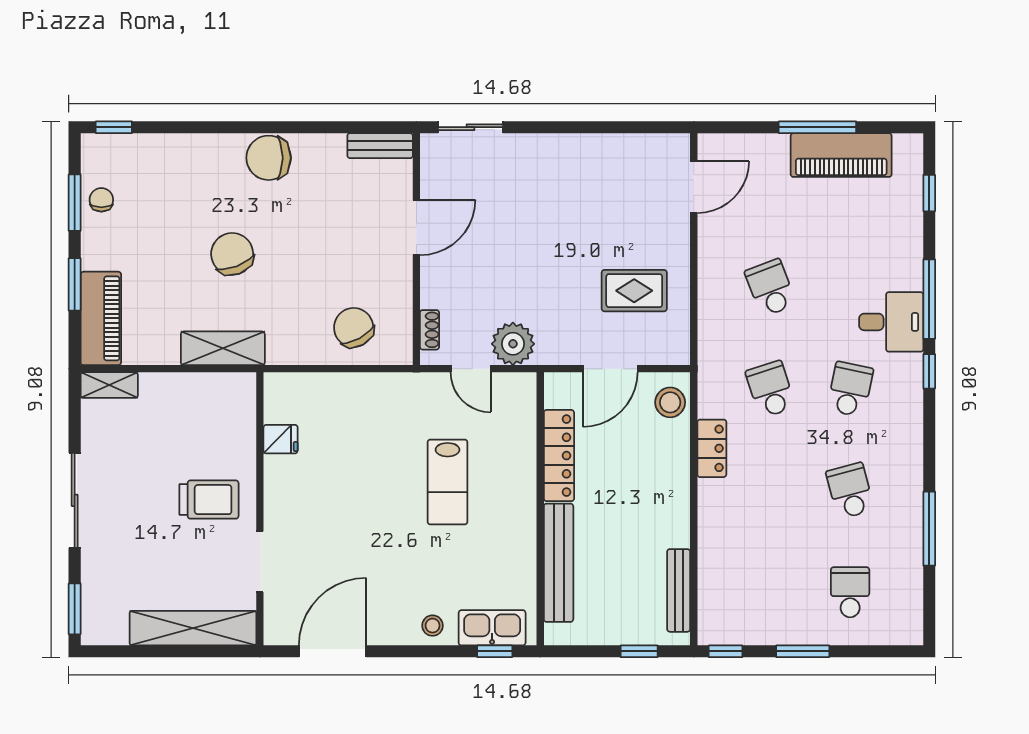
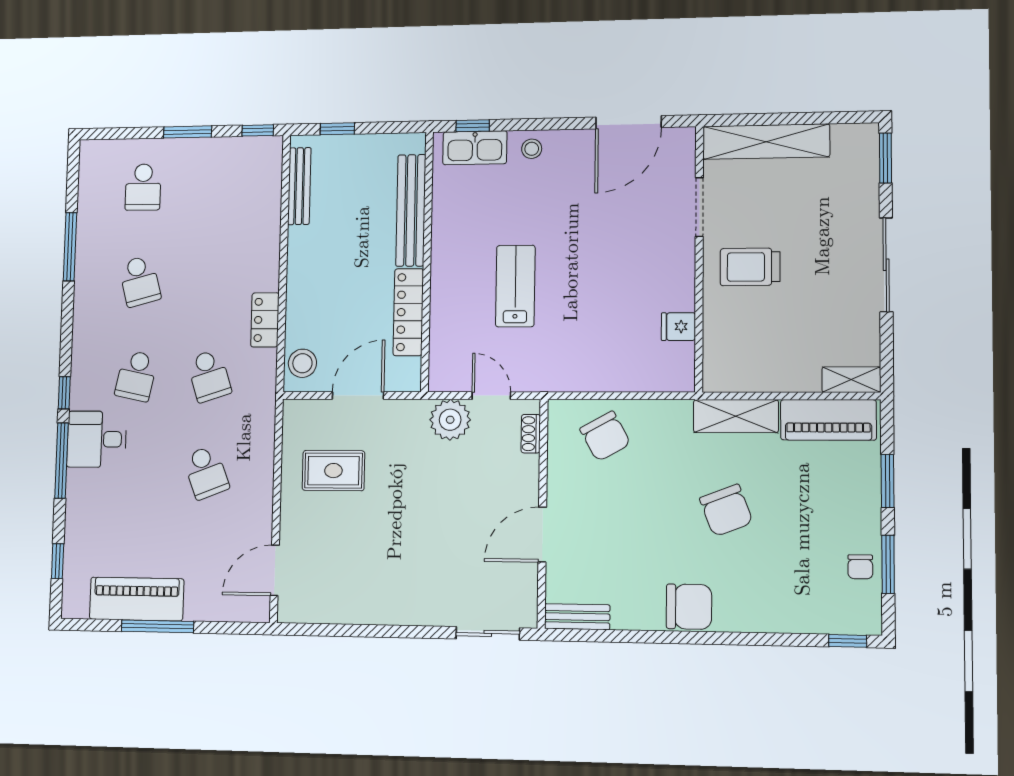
piano: (101, 318) -> (828, 420), moved, turned -90

